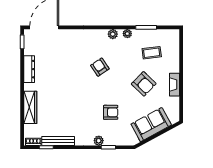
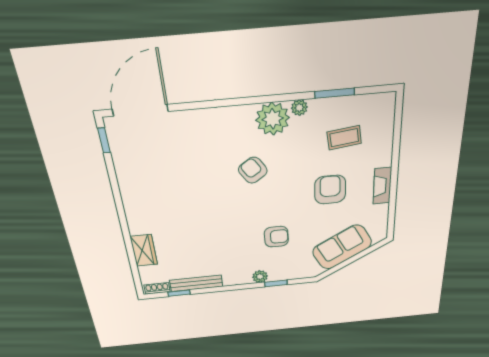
plant: (113, 34) -> (273, 119), width x1.88, depth x1.88
dresser: (29, 69) -> (127, 185), removed
armchair: (144, 84) -> (330, 190), turned -134
wardrobe: (30, 107) -> (144, 250), width x0.67

